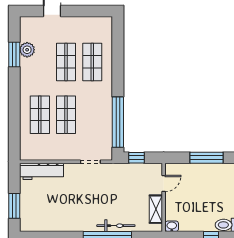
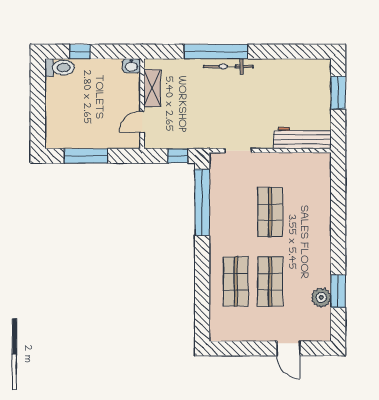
shop shelf: (40, 115) -> (304, 212), removed
bicycle: (116, 226) -> (228, 67), moved

